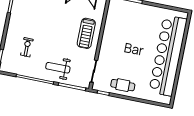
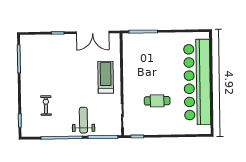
treadmill: (86, 33) -> (106, 77), turned 180
weight bench: (58, 68) -> (83, 120), turned 90
cafe table: (123, 85) -> (157, 101), moved

